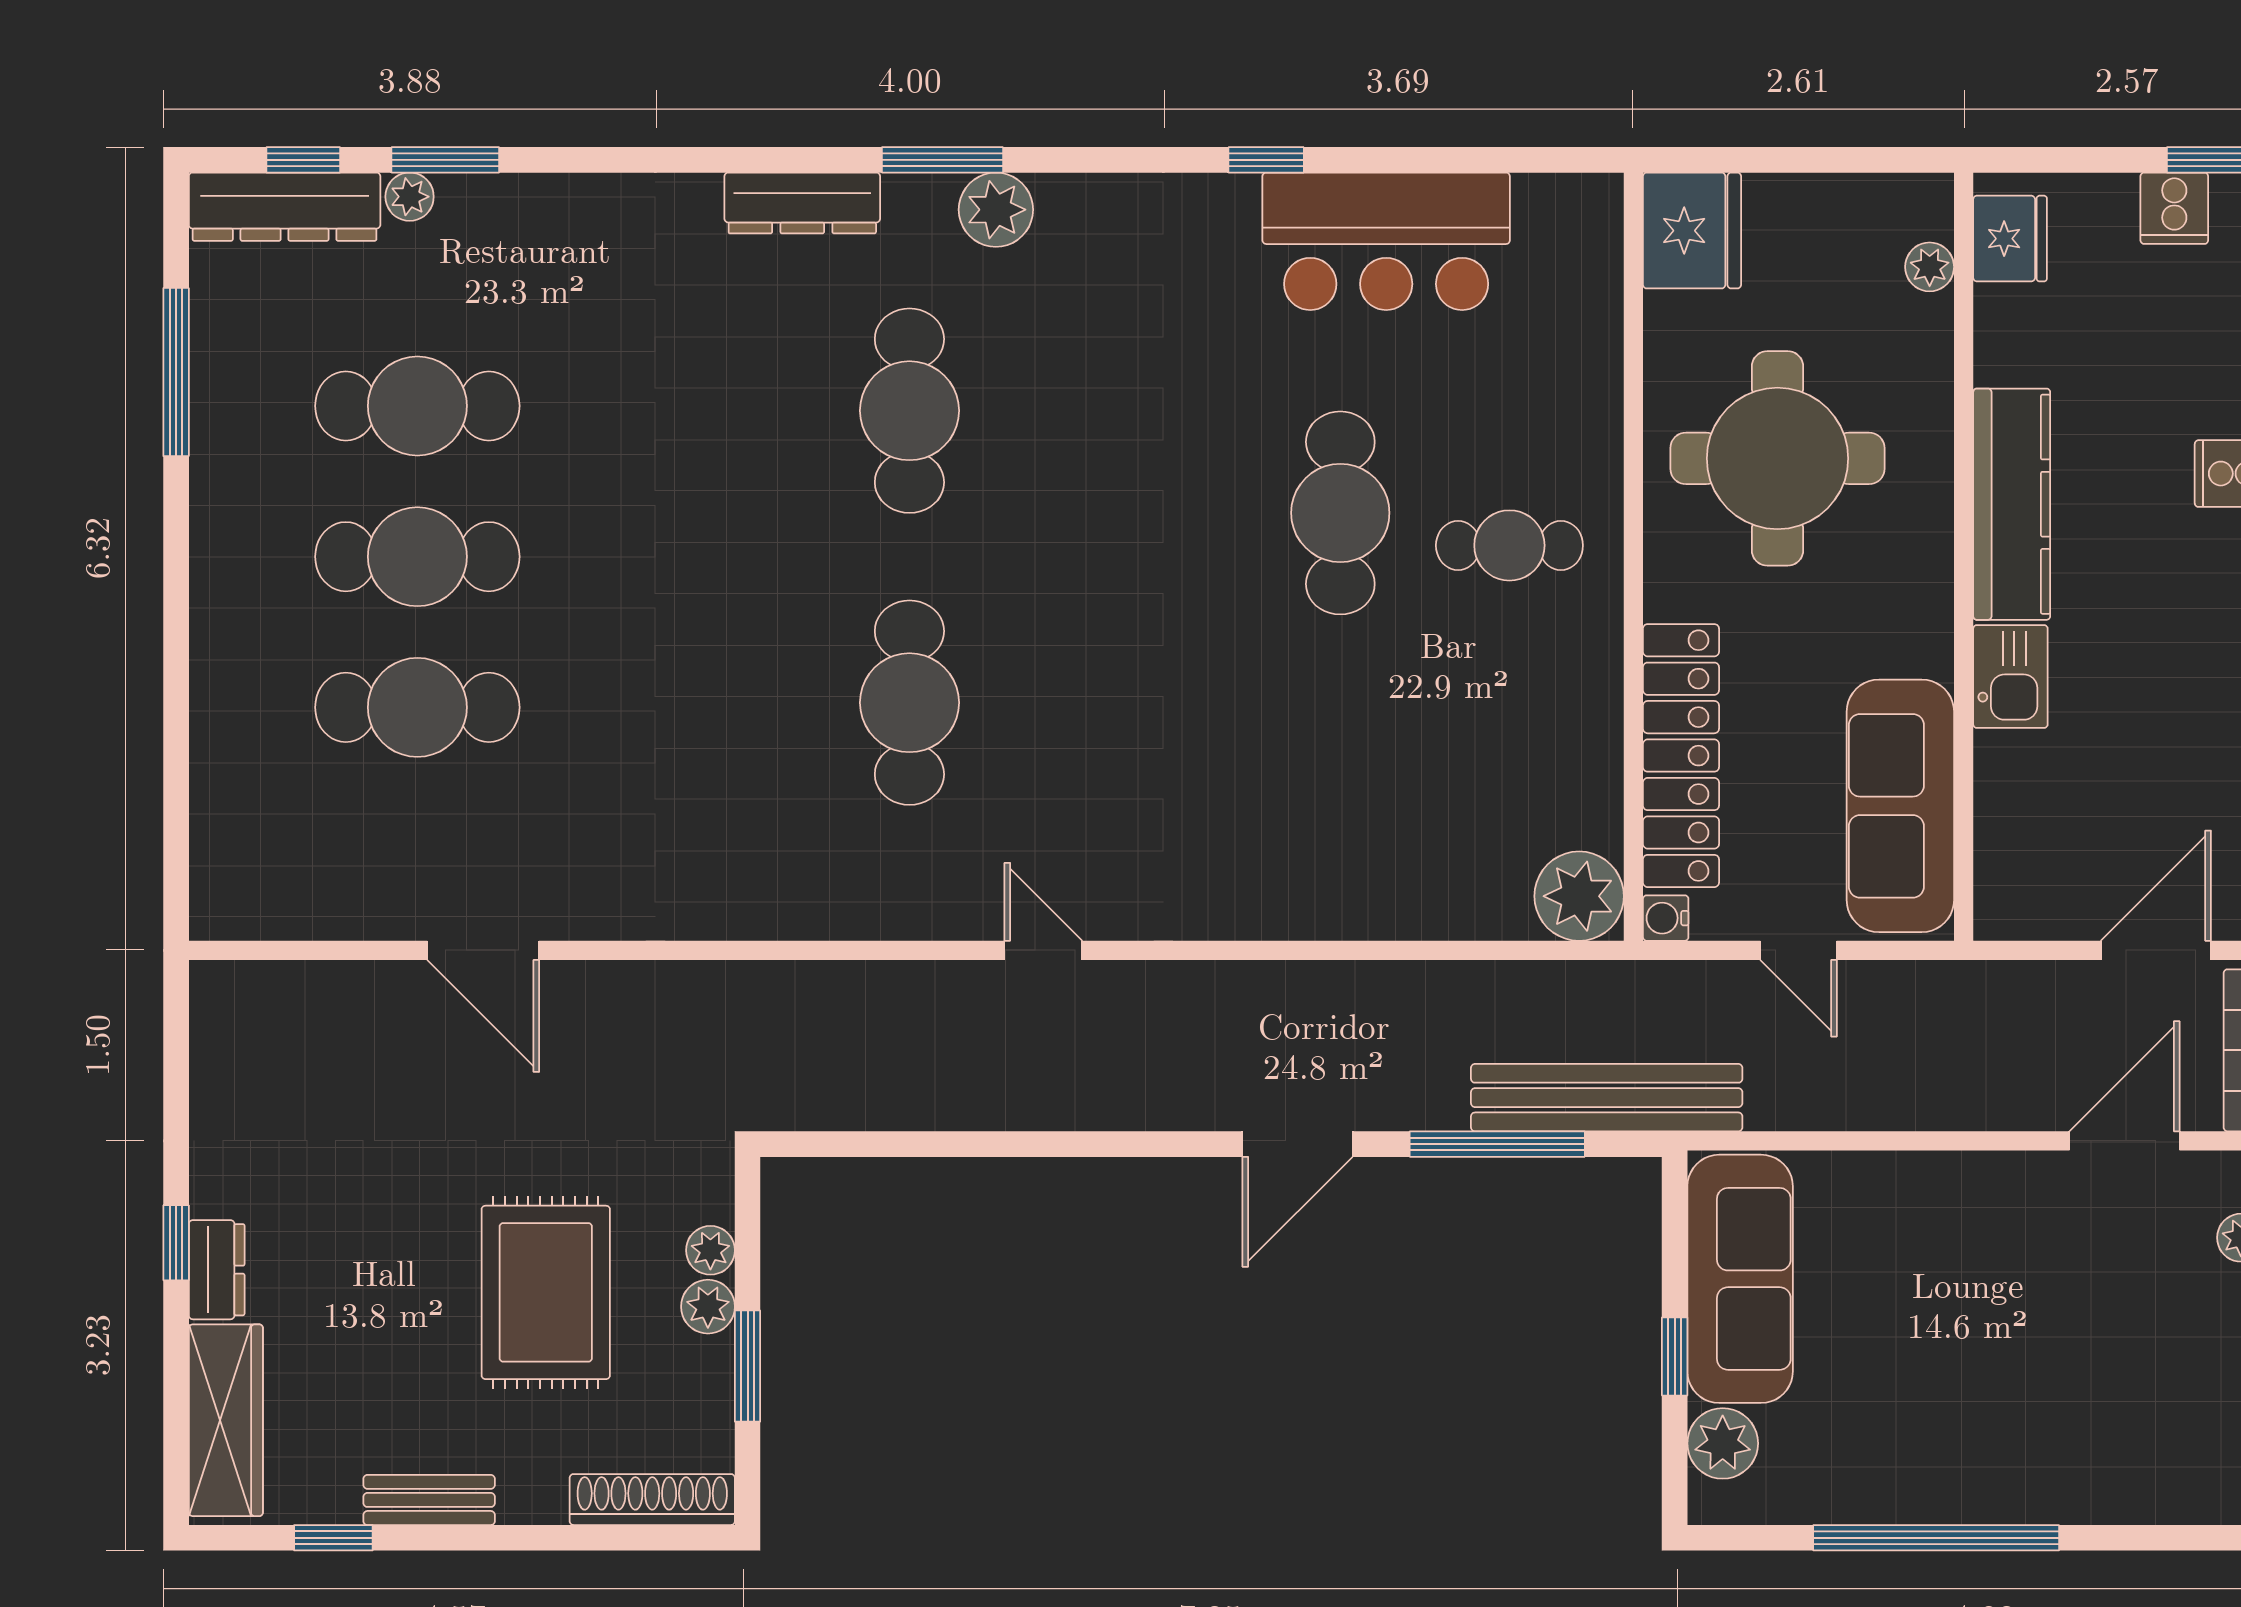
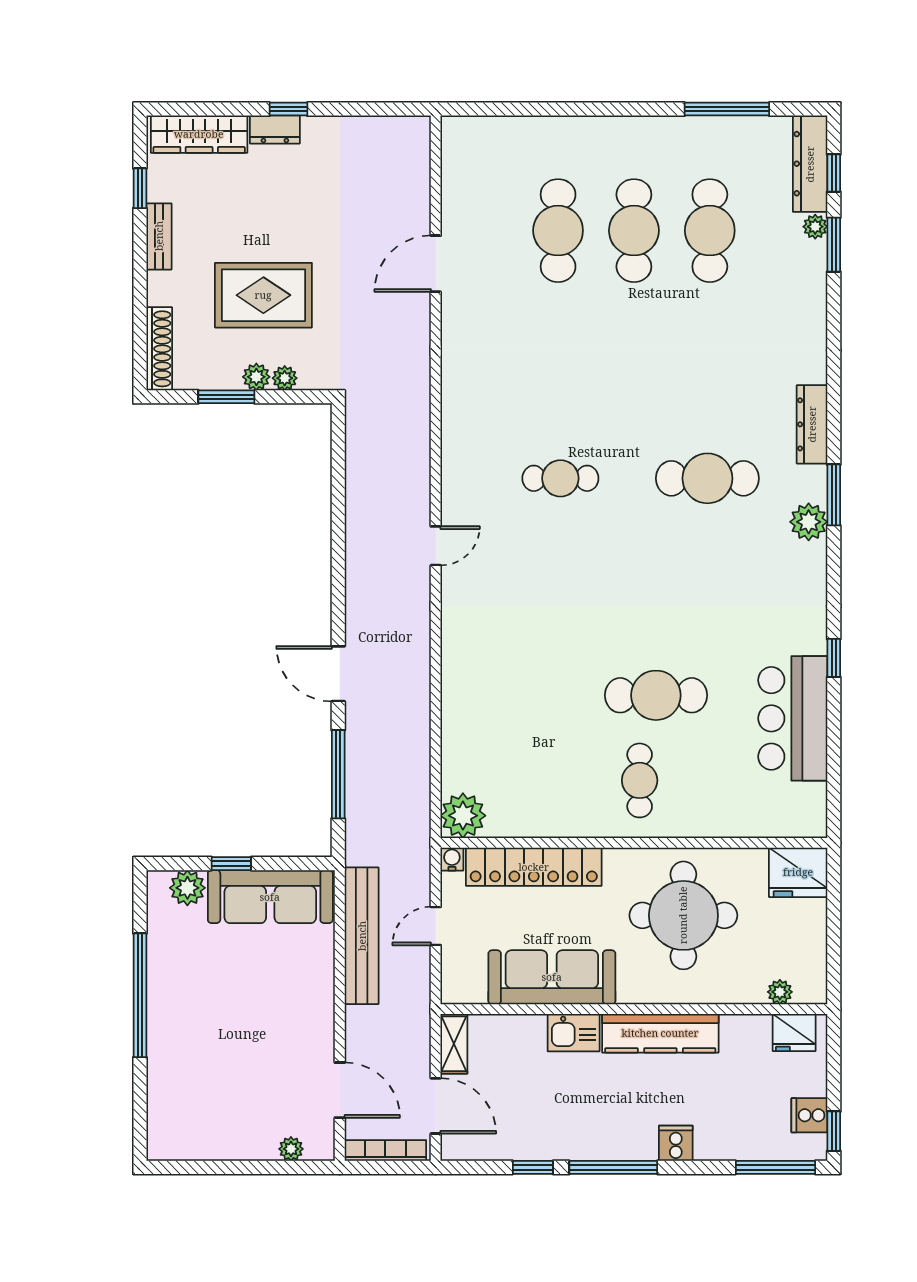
cafe table: (909, 703) -> (560, 478), width x0.73, depth x0.74
sofa: (1900, 806) -> (552, 977), moved
shelving: (2032, 914) -> (454, 1044), added
bench: (1607, 1098) -> (362, 936), moved

